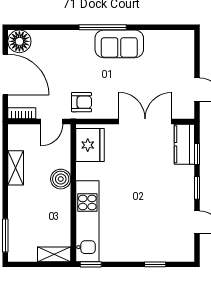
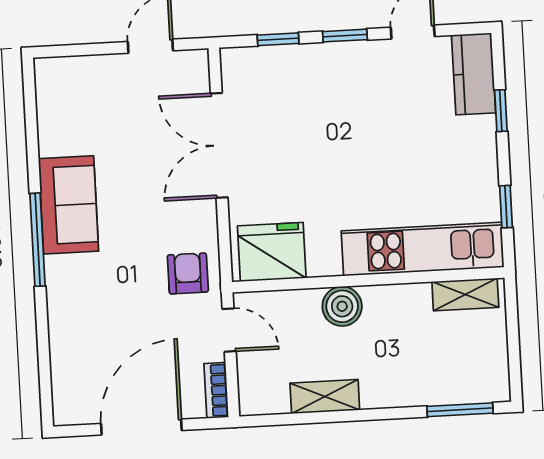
floor lamp: (19, 41) -> (74, 403), removed
kitchen counter: (184, 144) -> (474, 74), moved, turned 90
shelving: (54, 254) -> (465, 295), moved, turned 90
window: (91, 264) -> (506, 207), moved

